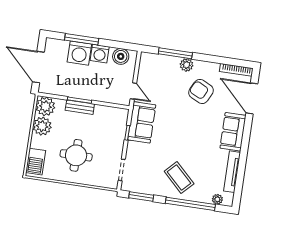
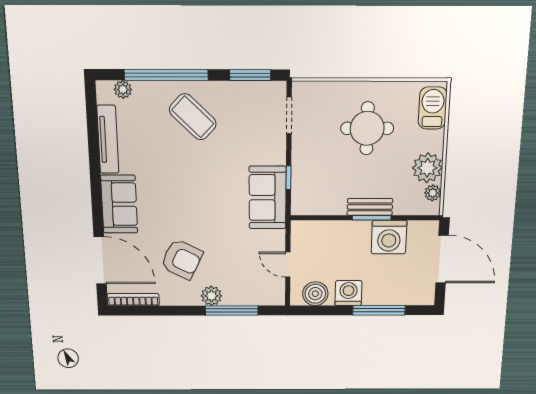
washing machine: (79, 53) -> (389, 237), moved, turned 180
door: (133, 91) -> (288, 265), moved
plant: (45, 106) -> (433, 193), width x0.53, depth x0.53

